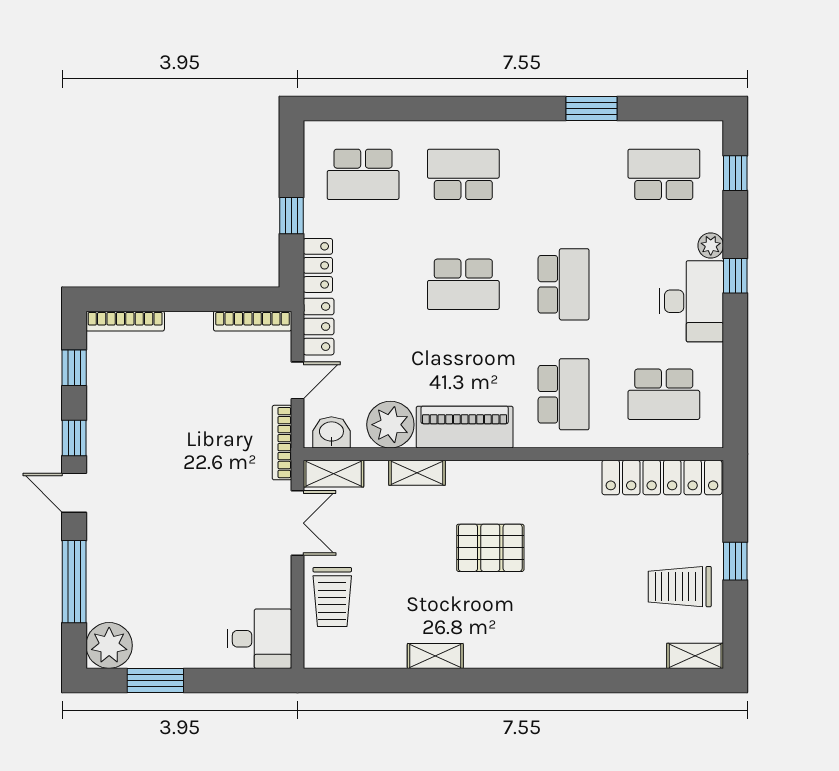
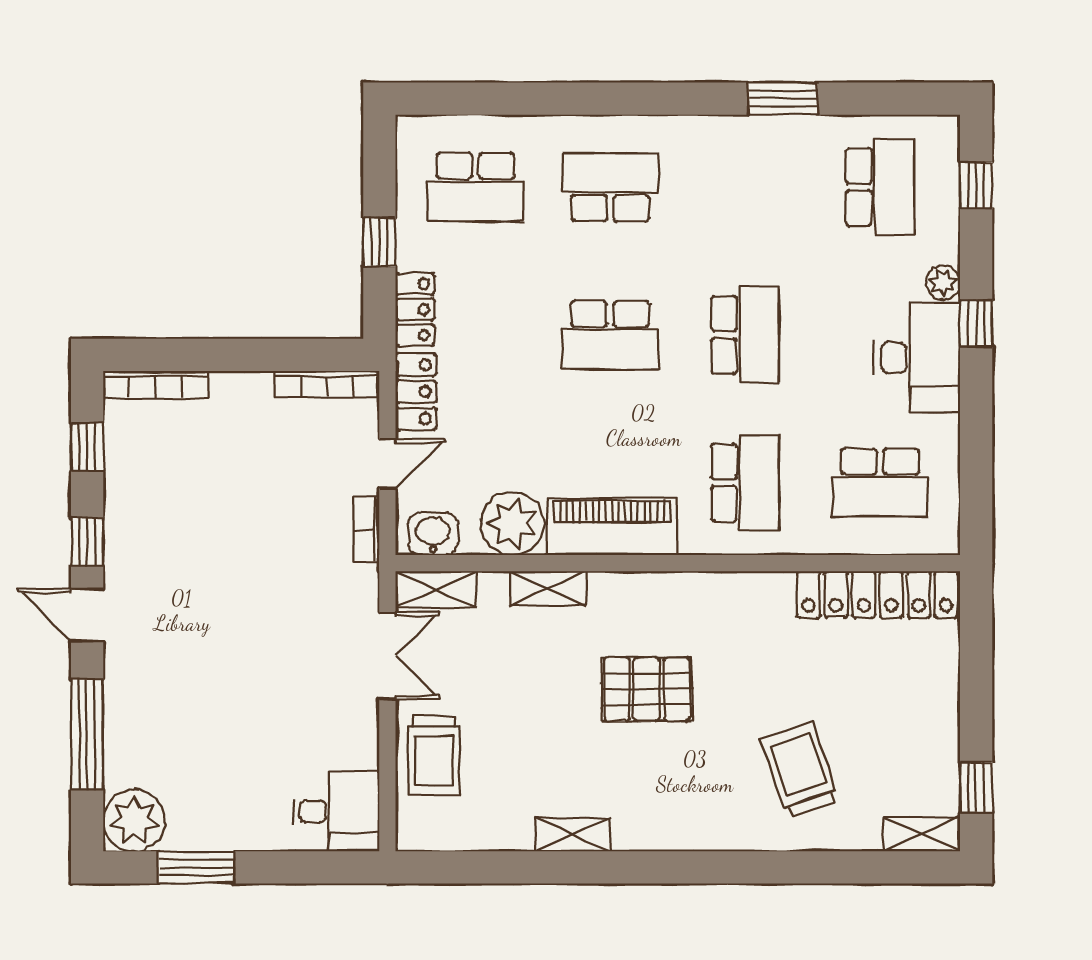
school desk: (664, 174) -> (880, 187), turned 90
bookcase: (282, 443) -> (367, 530), width x0.64
window: (735, 561) -> (976, 787), moved
trolley: (680, 587) -> (800, 770), moved, turned 71

